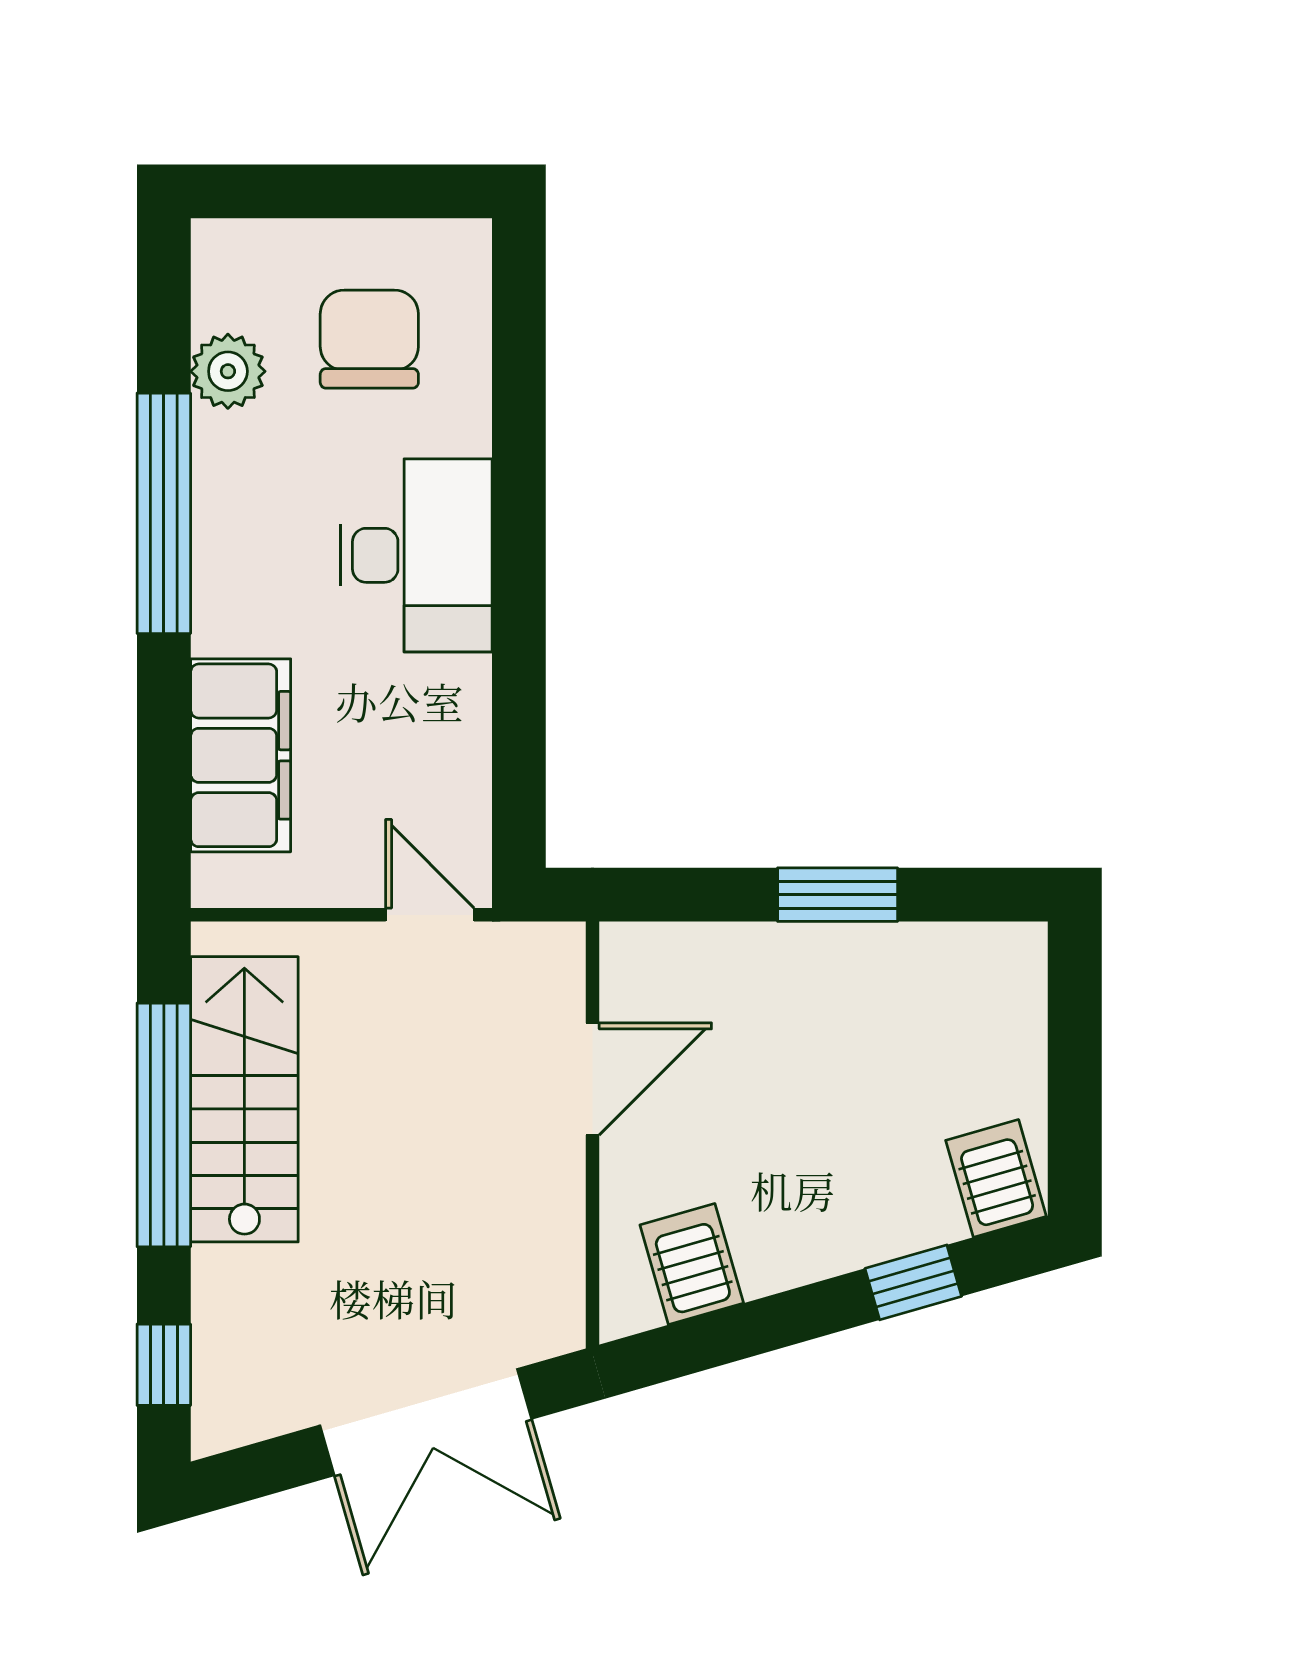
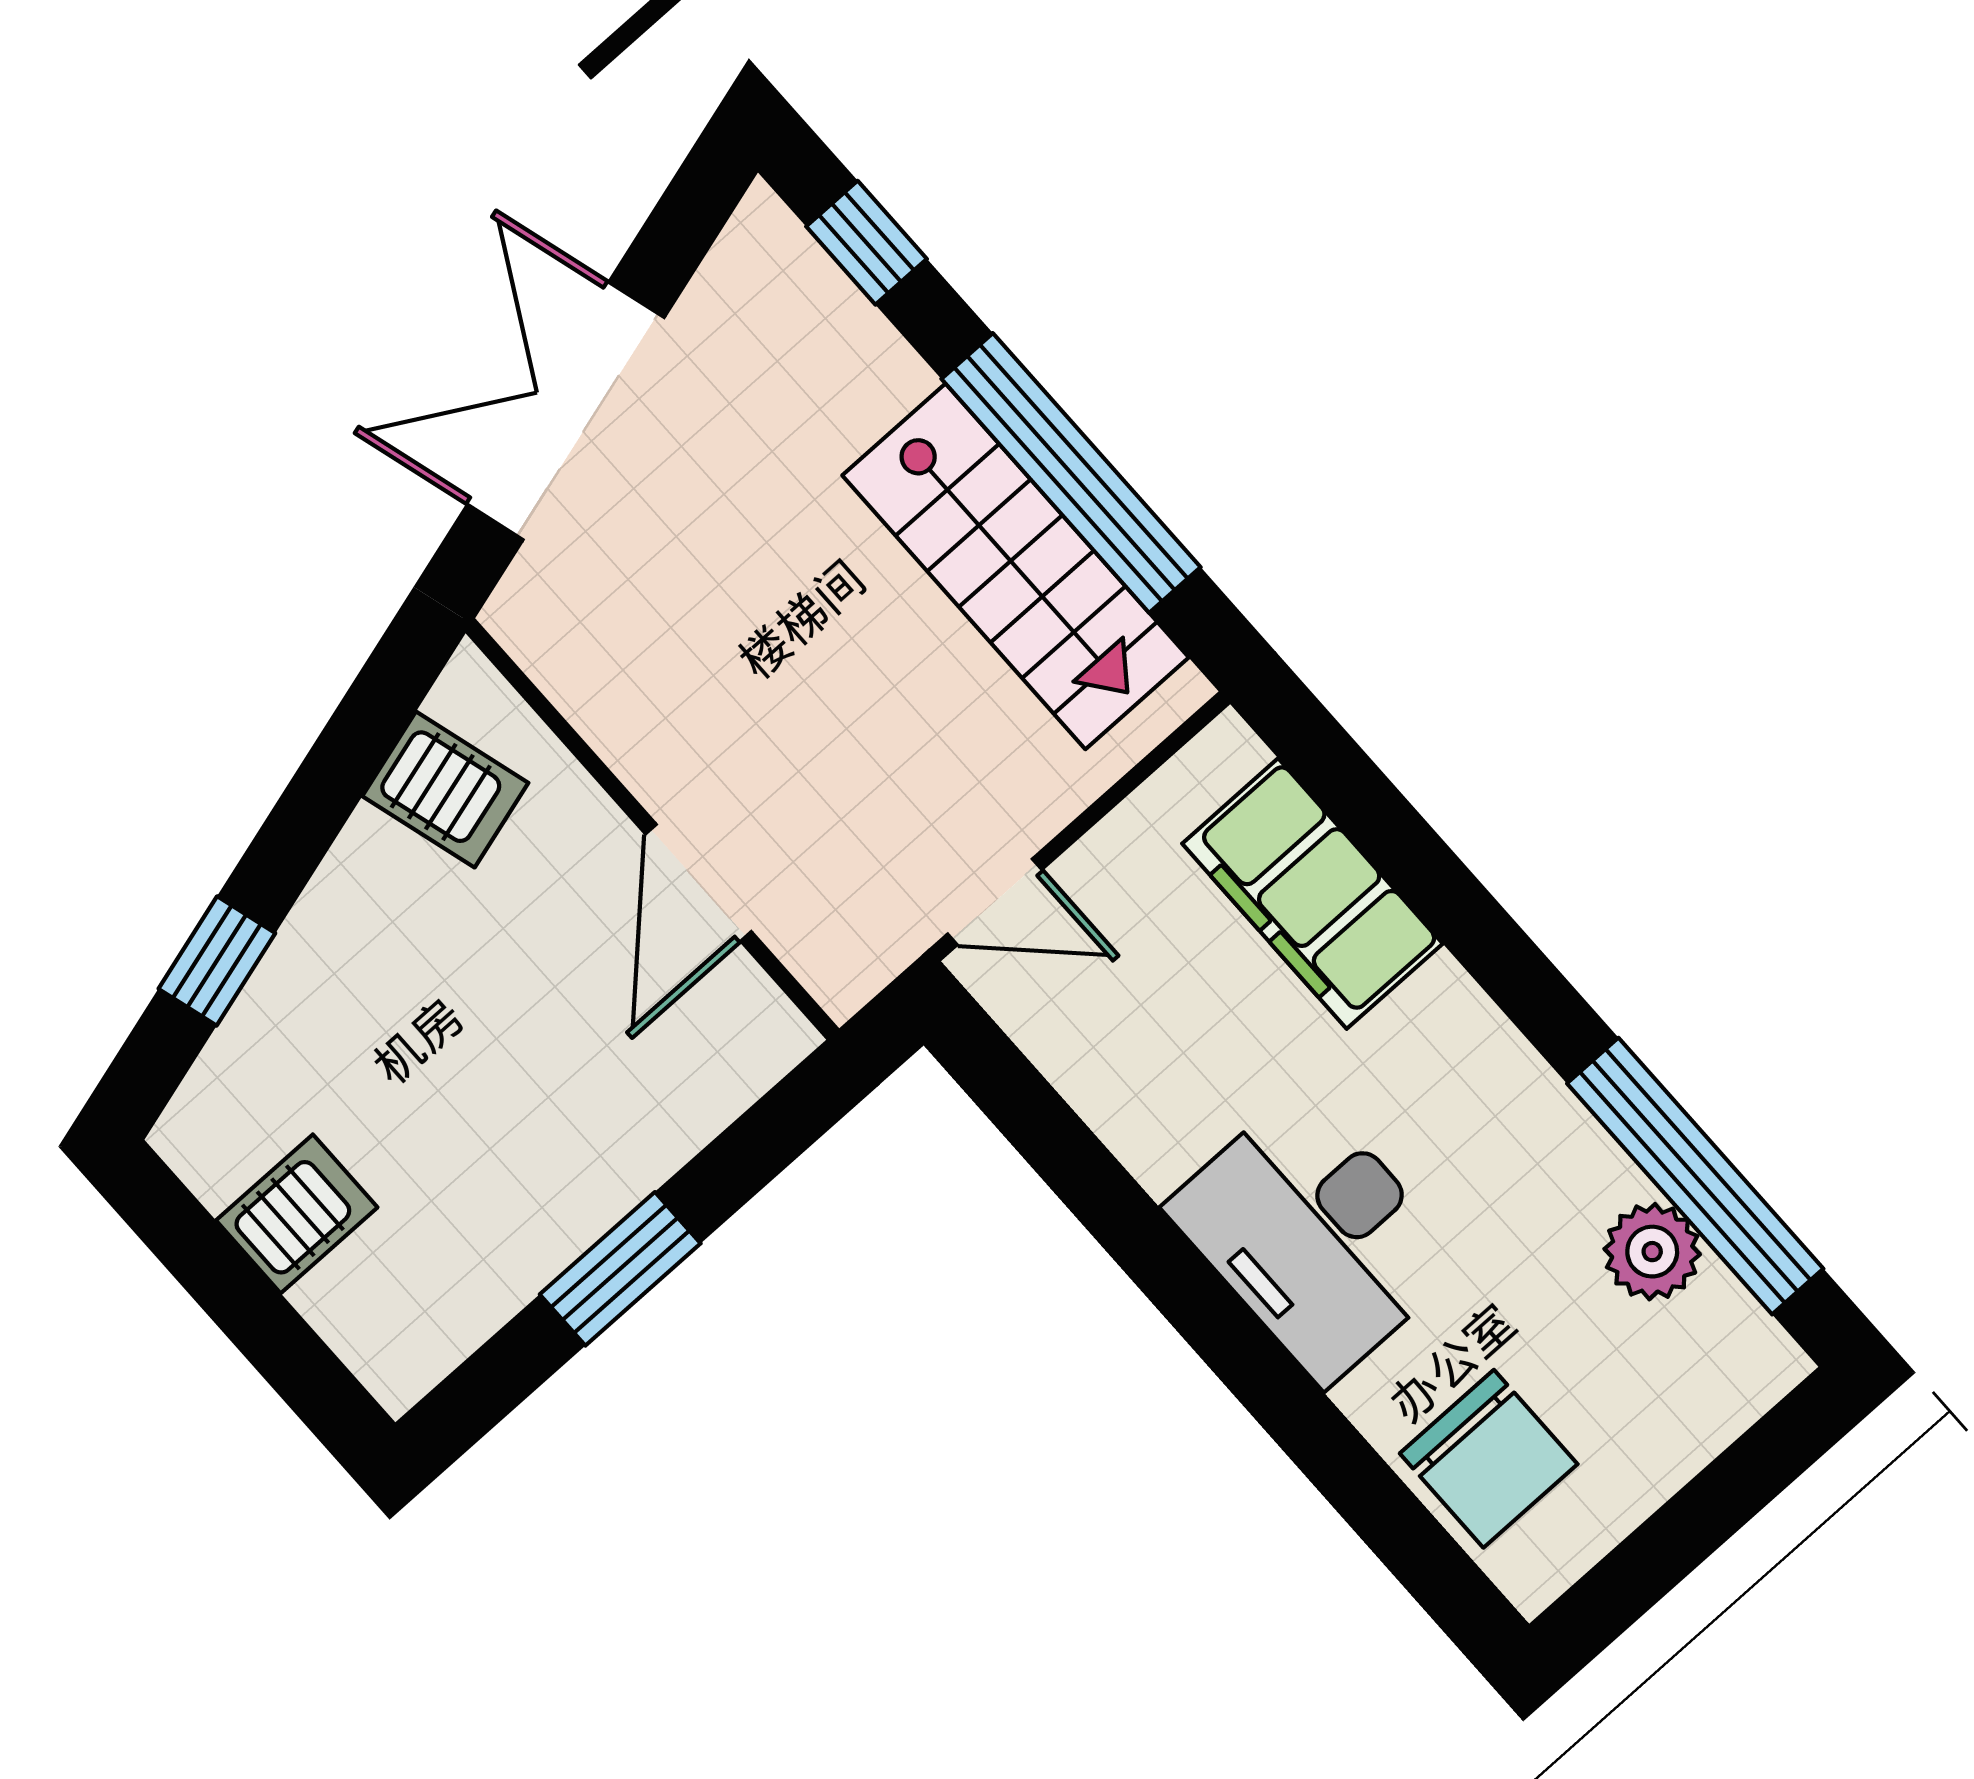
chair: (369, 339) -> (1489, 1459), moved
window: (164, 513) -> (1695, 1176), moved
server rack: (996, 1178) -> (297, 1214), moved, turned -74

